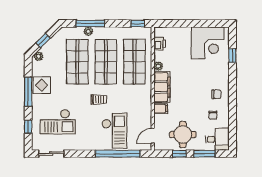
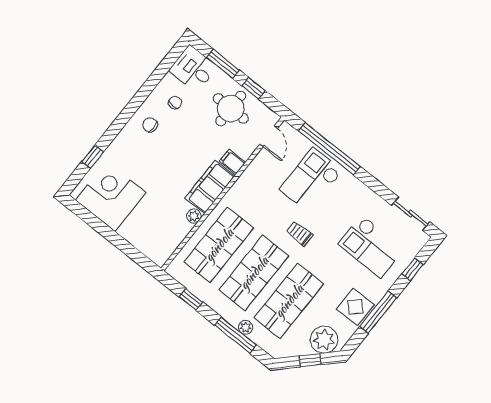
window: (138, 23) -> (191, 299), moved
printer: (160, 44) -> (170, 242), removed
plant: (39, 56) -> (324, 340), width x1.87, depth x1.87
checkout: (58, 122) -> (371, 246), turned 180
door: (153, 136) -> (269, 136), hinge flipped

